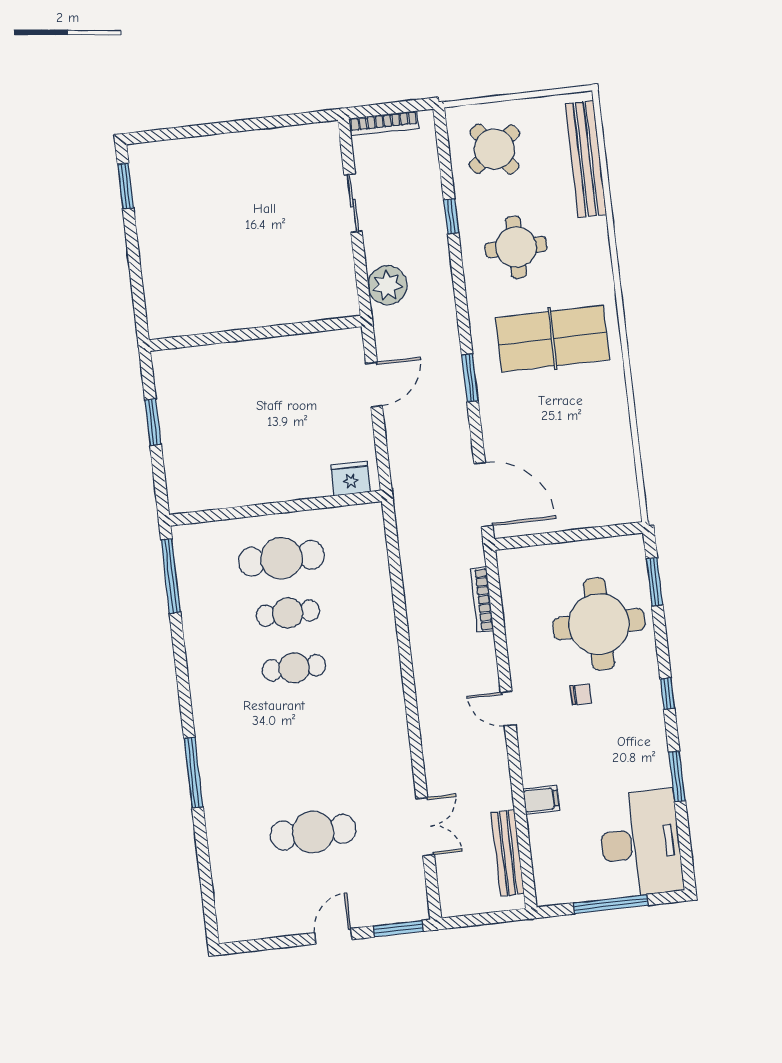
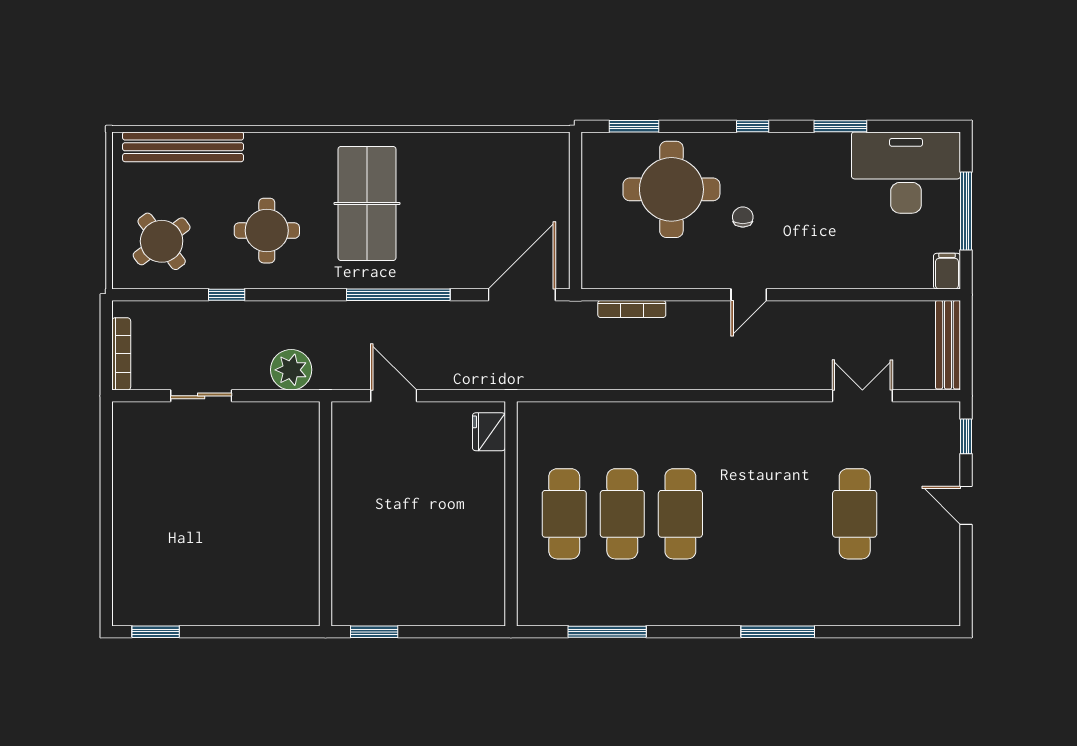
window: (470, 378) -> (398, 295), width x2.11
window: (153, 422) -> (374, 632), moved
window: (171, 576) -> (607, 632), moved
cafe table: (288, 613) -> (622, 514), width x1.37, depth x1.35
cafe table: (294, 668) -> (680, 514), width x1.37, depth x1.35
filing cabinet: (541, 800) -> (947, 271), moved
bench: (508, 853) -> (948, 345), moved, turned 90
window: (398, 929) -> (966, 436), width x0.67

